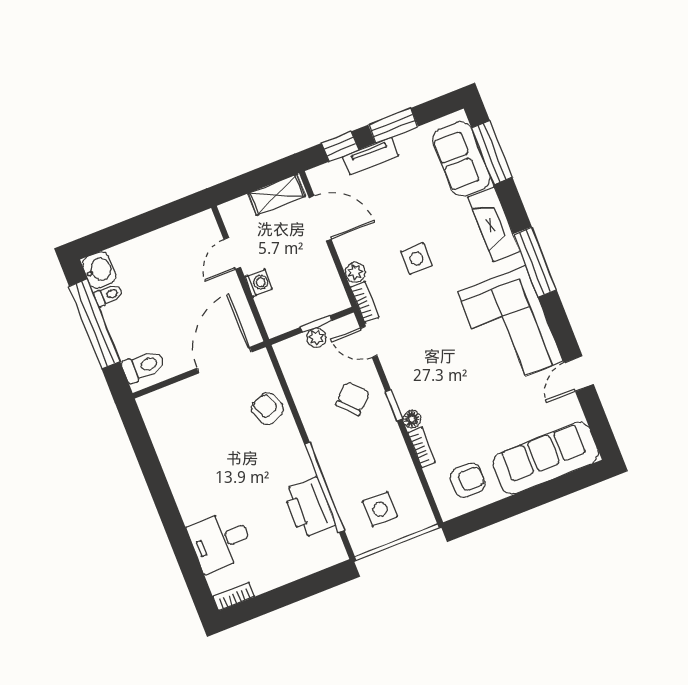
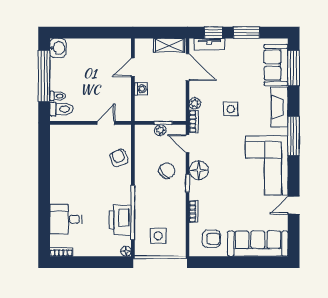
tv unit: (371, 156) -> (209, 44), moved
toilet: (108, 295) -> (58, 96), moved
door: (224, 360) -> (106, 123), width x0.53
floor lamp: (412, 419) -> (199, 170), moved, width x1.89, depth x1.89
floor lamp: (338, 554) -> (126, 251), added

